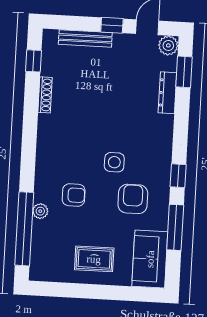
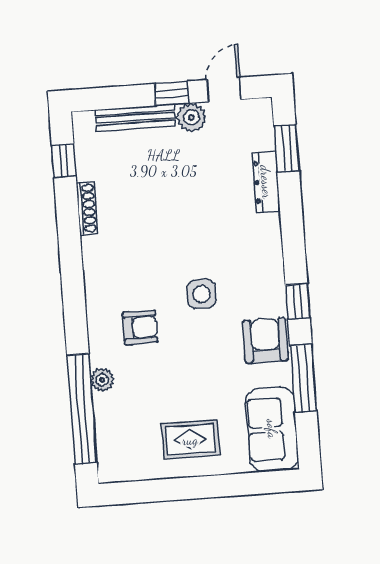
plant: (168, 45) -> (191, 117), moved
armchair: (74, 195) -> (140, 327), moved
armchair: (133, 199) -> (265, 341), moved

